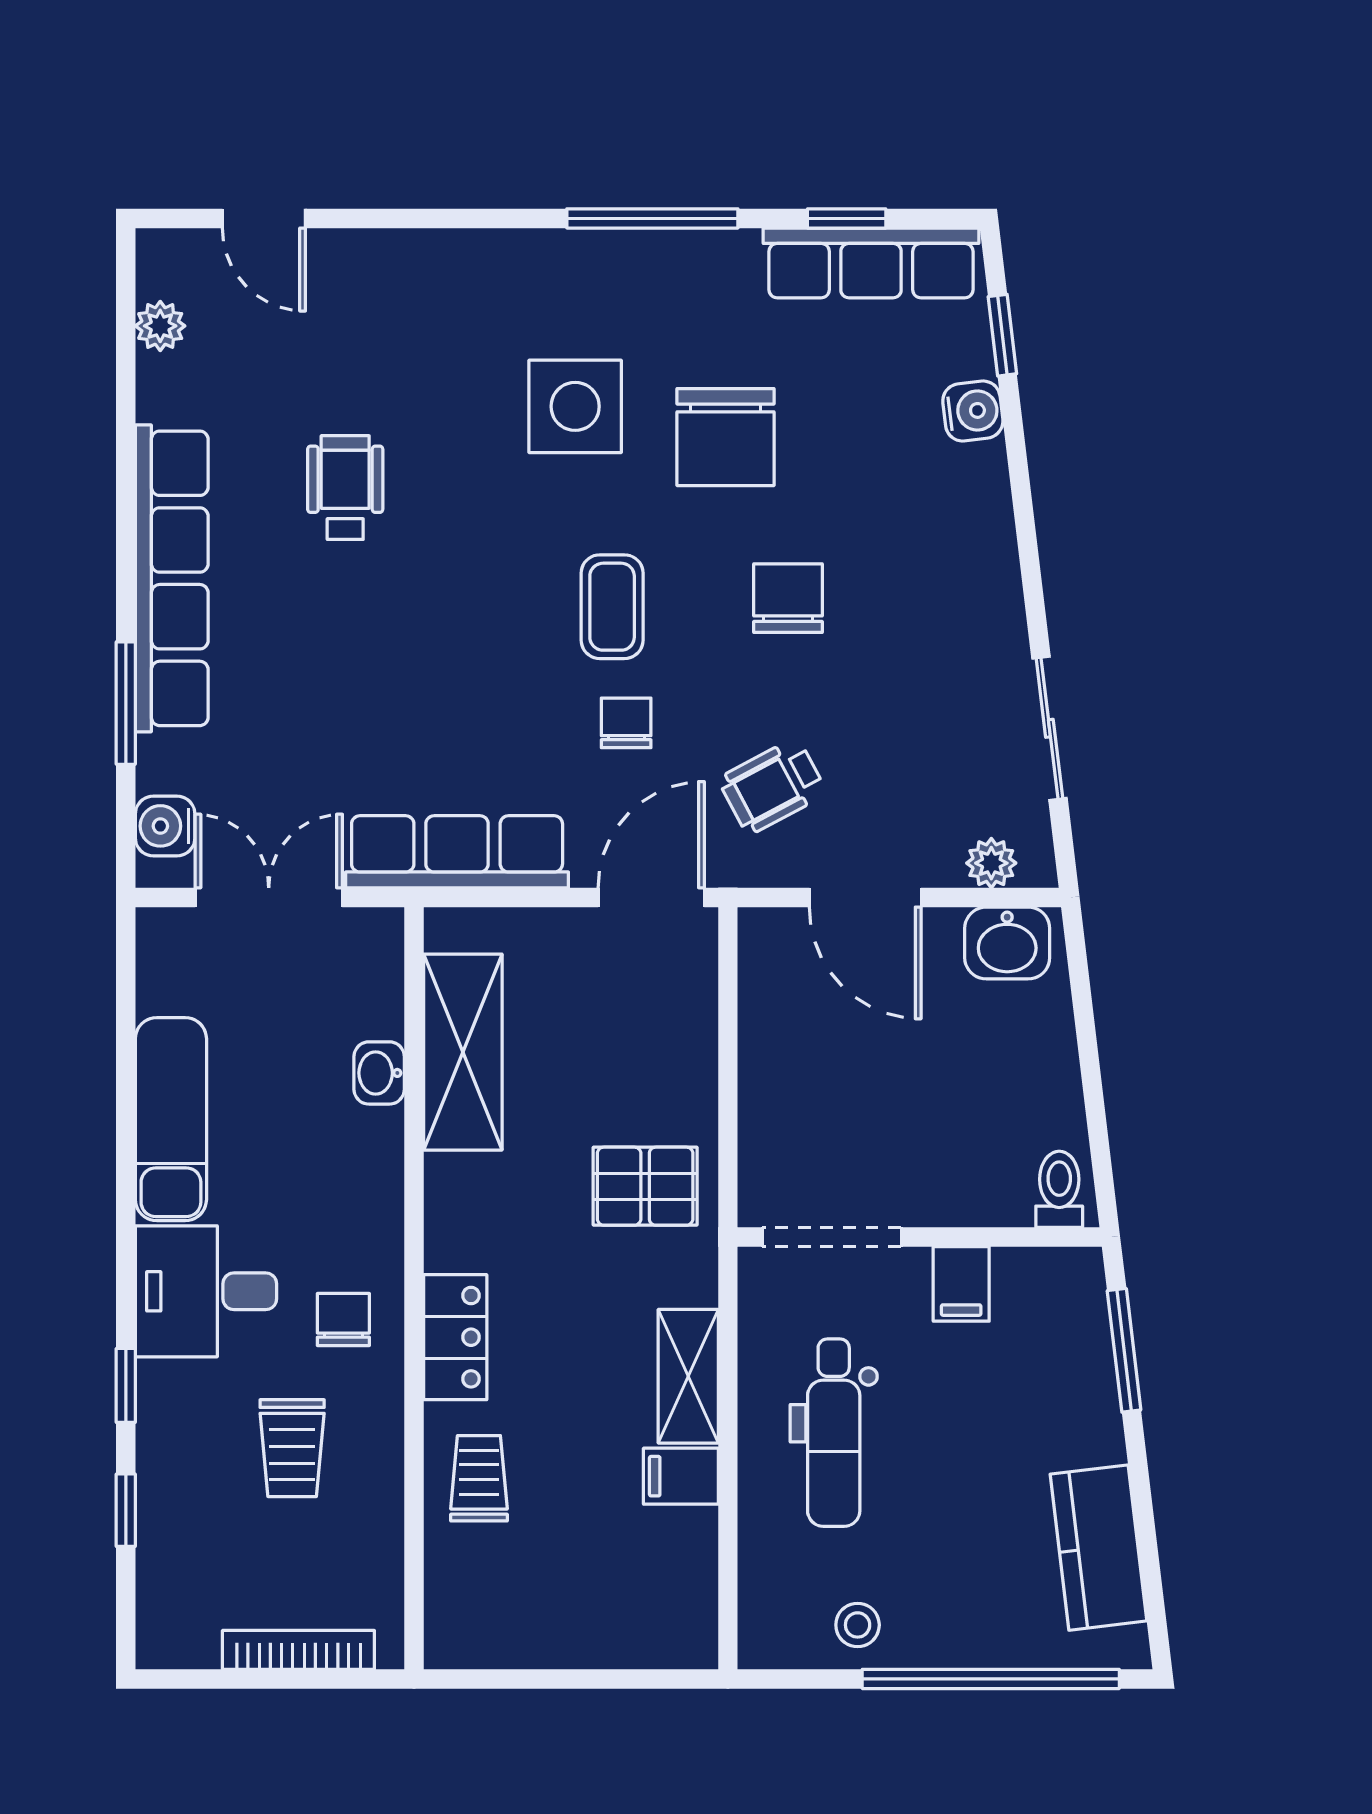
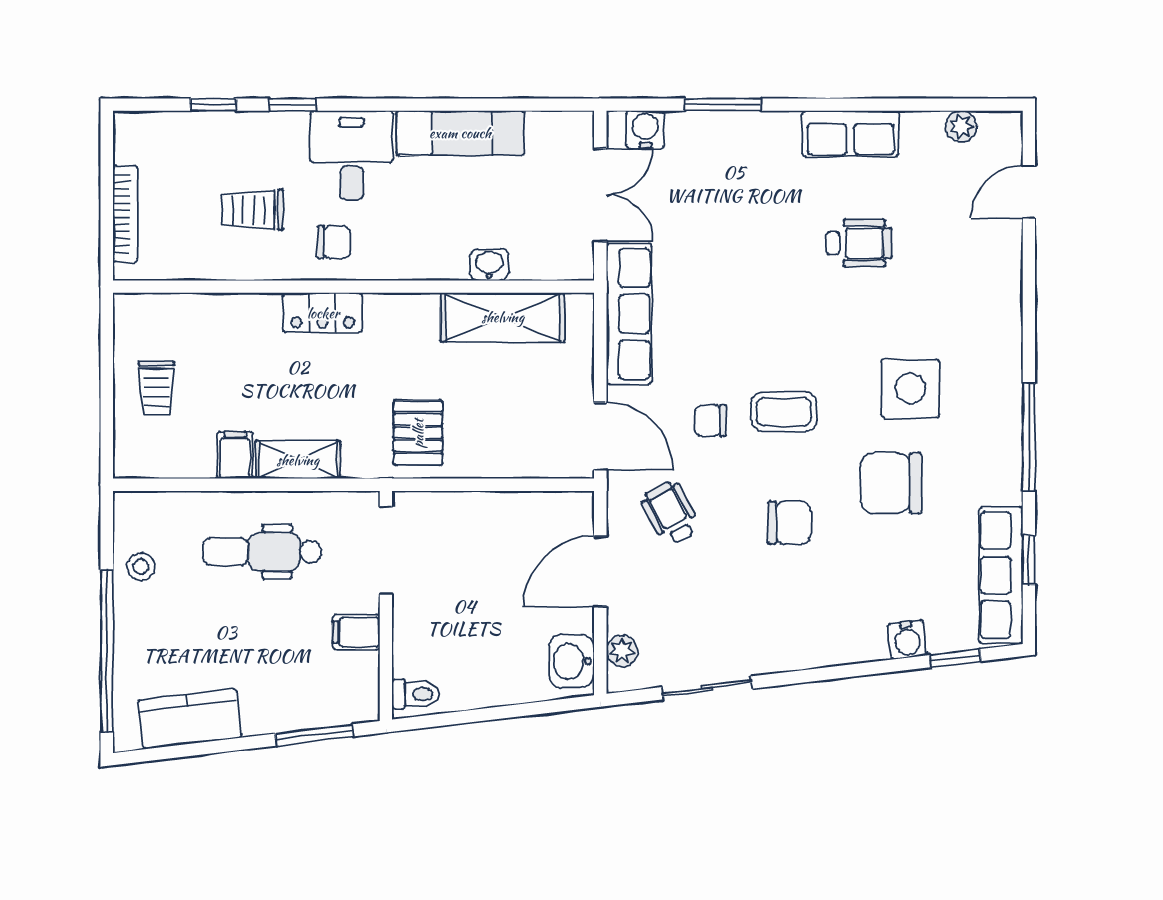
row of seats: (172, 578) -> (851, 134), width x0.50
chair: (626, 723) -> (710, 421), turned 180
trolley: (479, 1478) -> (156, 388), moved, turned 90

